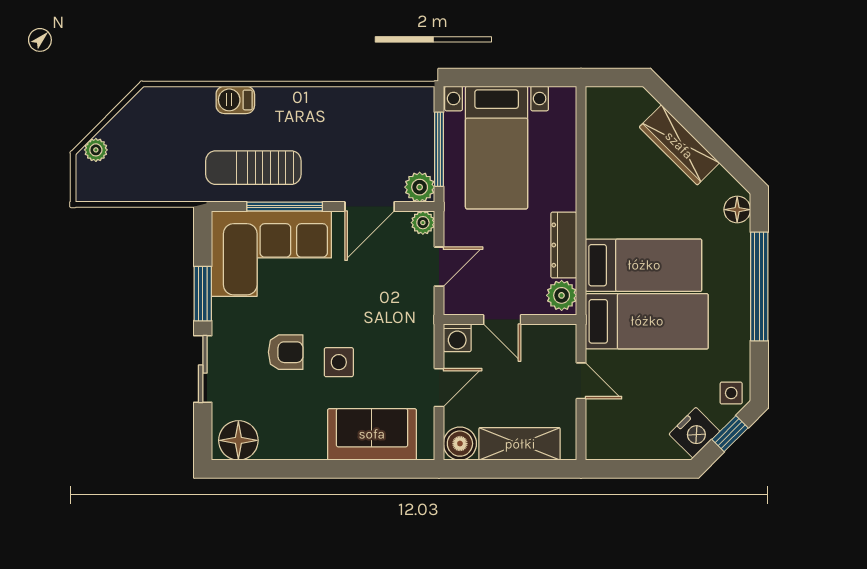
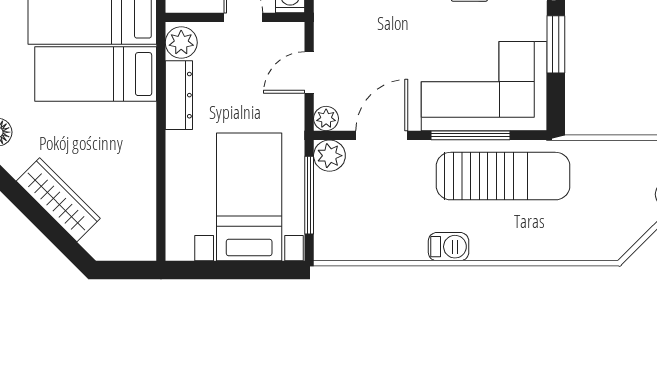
barbecue: (235, 100) -> (449, 247), moved
sun lounger: (253, 168) -> (503, 176), width x1.36, depth x1.34

